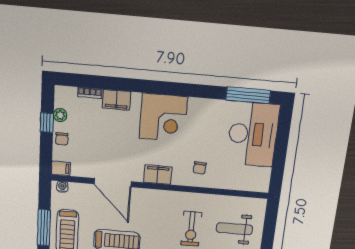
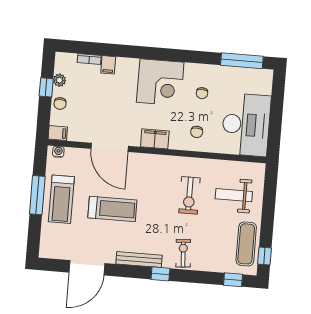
filing cabinet: (116, 100) -> (108, 65), width x0.50
chair: (206, 129) -> (202, 93), added
desk: (253, 134) -> (246, 125), moved

